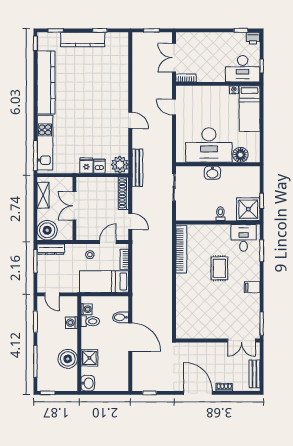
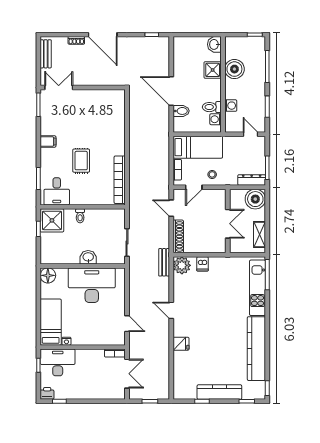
floor lamp: (240, 155) -> (48, 275), moved
fridge: (86, 166) -> (181, 344), moved, turned -90
bench: (137, 168) -> (164, 262), width x0.73

